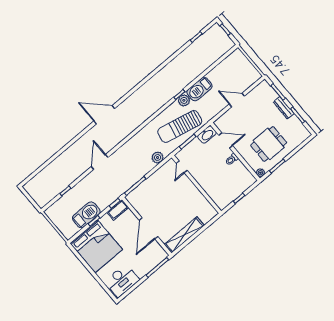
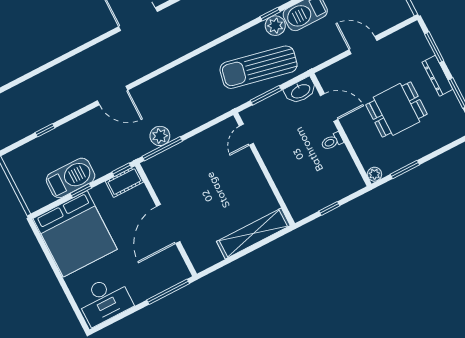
dining table: (269, 144) -> (397, 109), moved
plant: (158, 157) -> (160, 136), moved
door: (100, 162) -> (113, 95), swing flipped
shelving: (184, 235) -> (253, 234), moved

